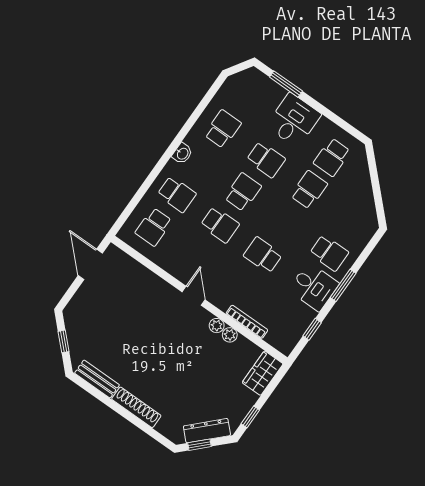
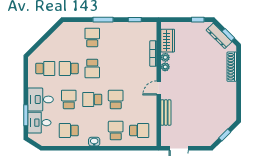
school desk: (263, 255) -> (92, 68), moved
desk: (314, 287) -> (39, 123), moved, turned -90
wardrobe: (263, 373) -> (168, 41), moved, turned -90
bench: (97, 379) -> (166, 113), moved
shoe rack: (136, 407) -> (232, 67), moved

